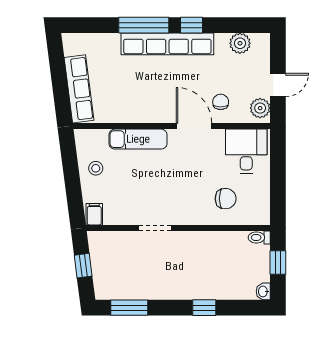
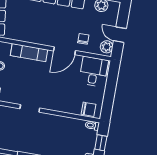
door: (278, 85) -> (120, 35), swing flipped
door: (194, 126) -> (65, 51), swing flipped
chair: (226, 199) -> (88, 109), moved

